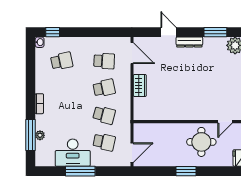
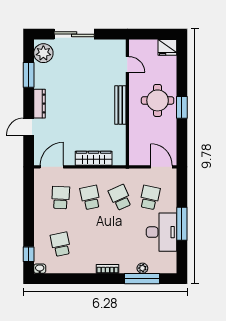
wardrobe: (140, 85) -> (94, 158), width x1.50
school desk: (104, 115) -> (120, 198), turned -39
bench: (188, 115) -> (120, 105), added
round table: (201, 142) -> (158, 100), moved

